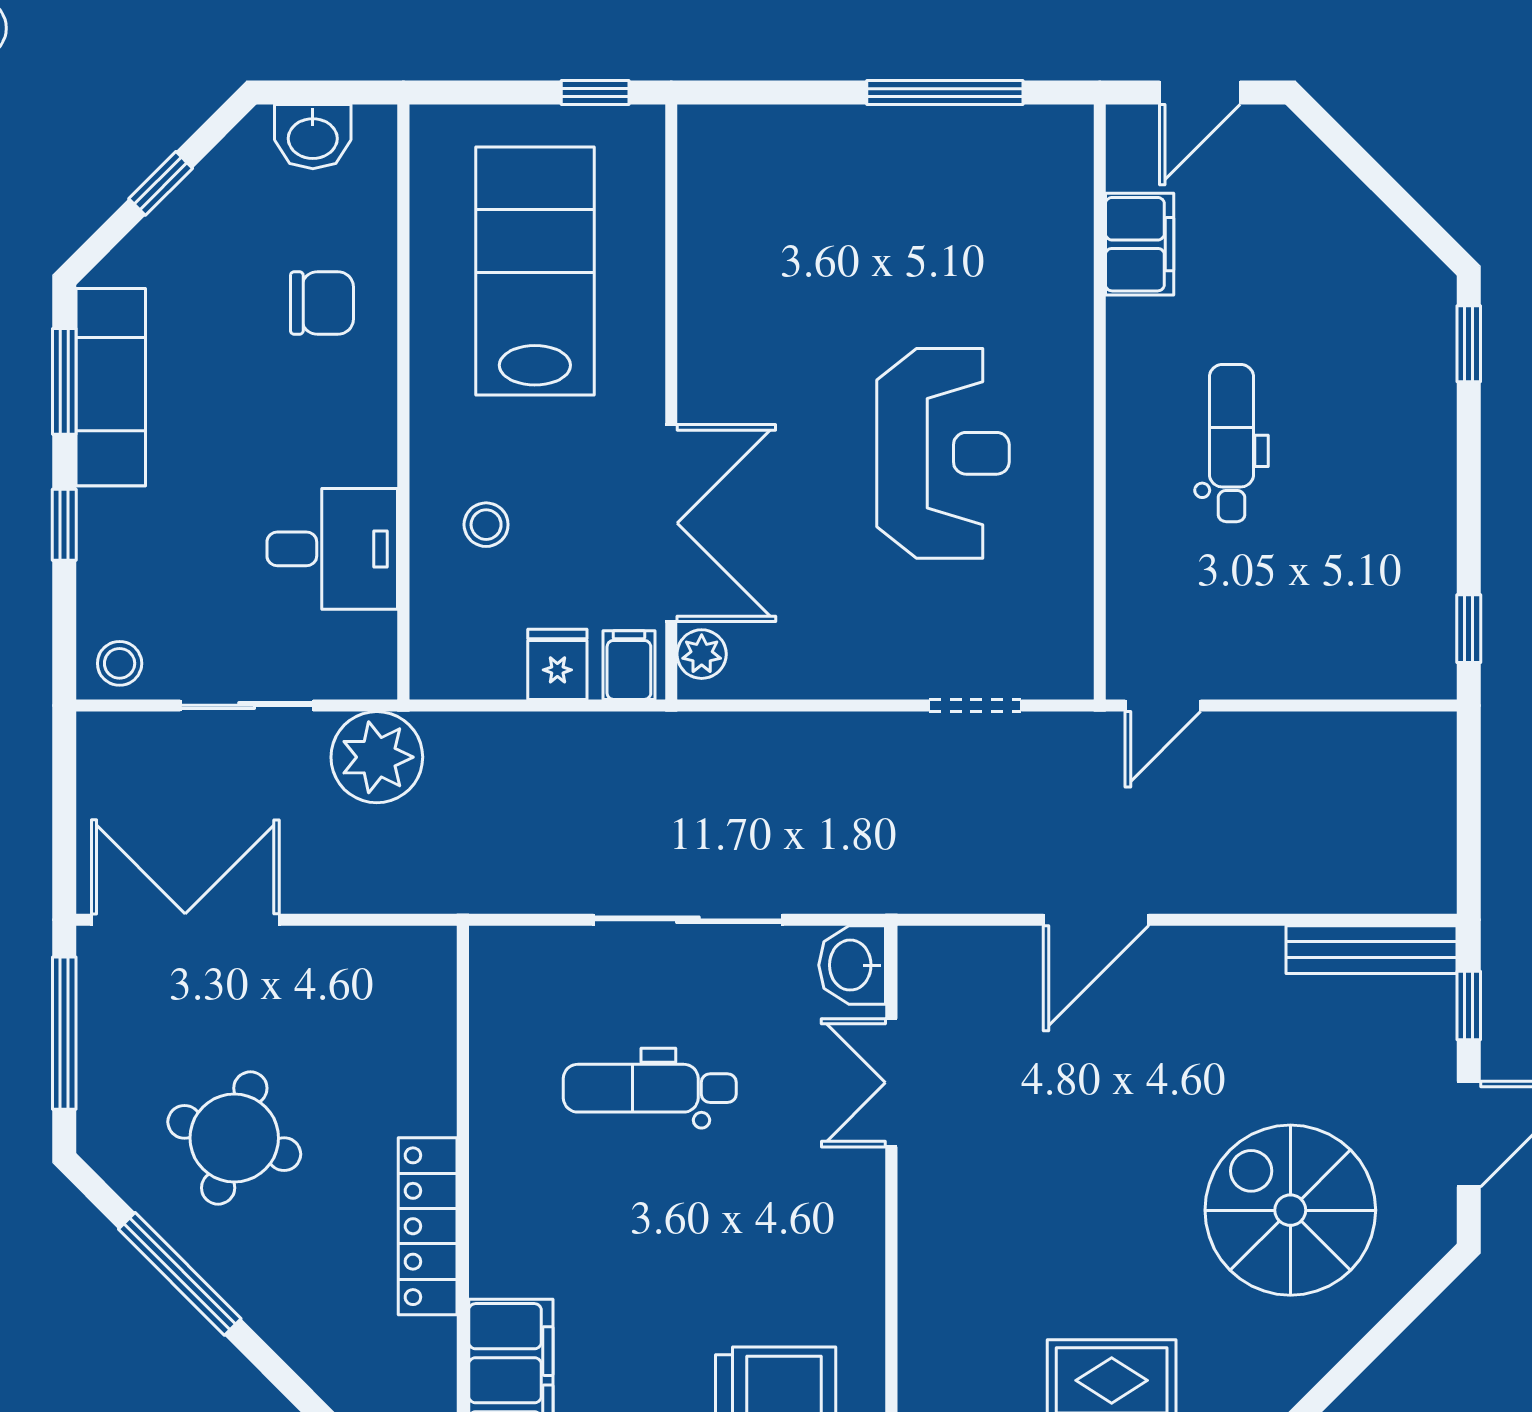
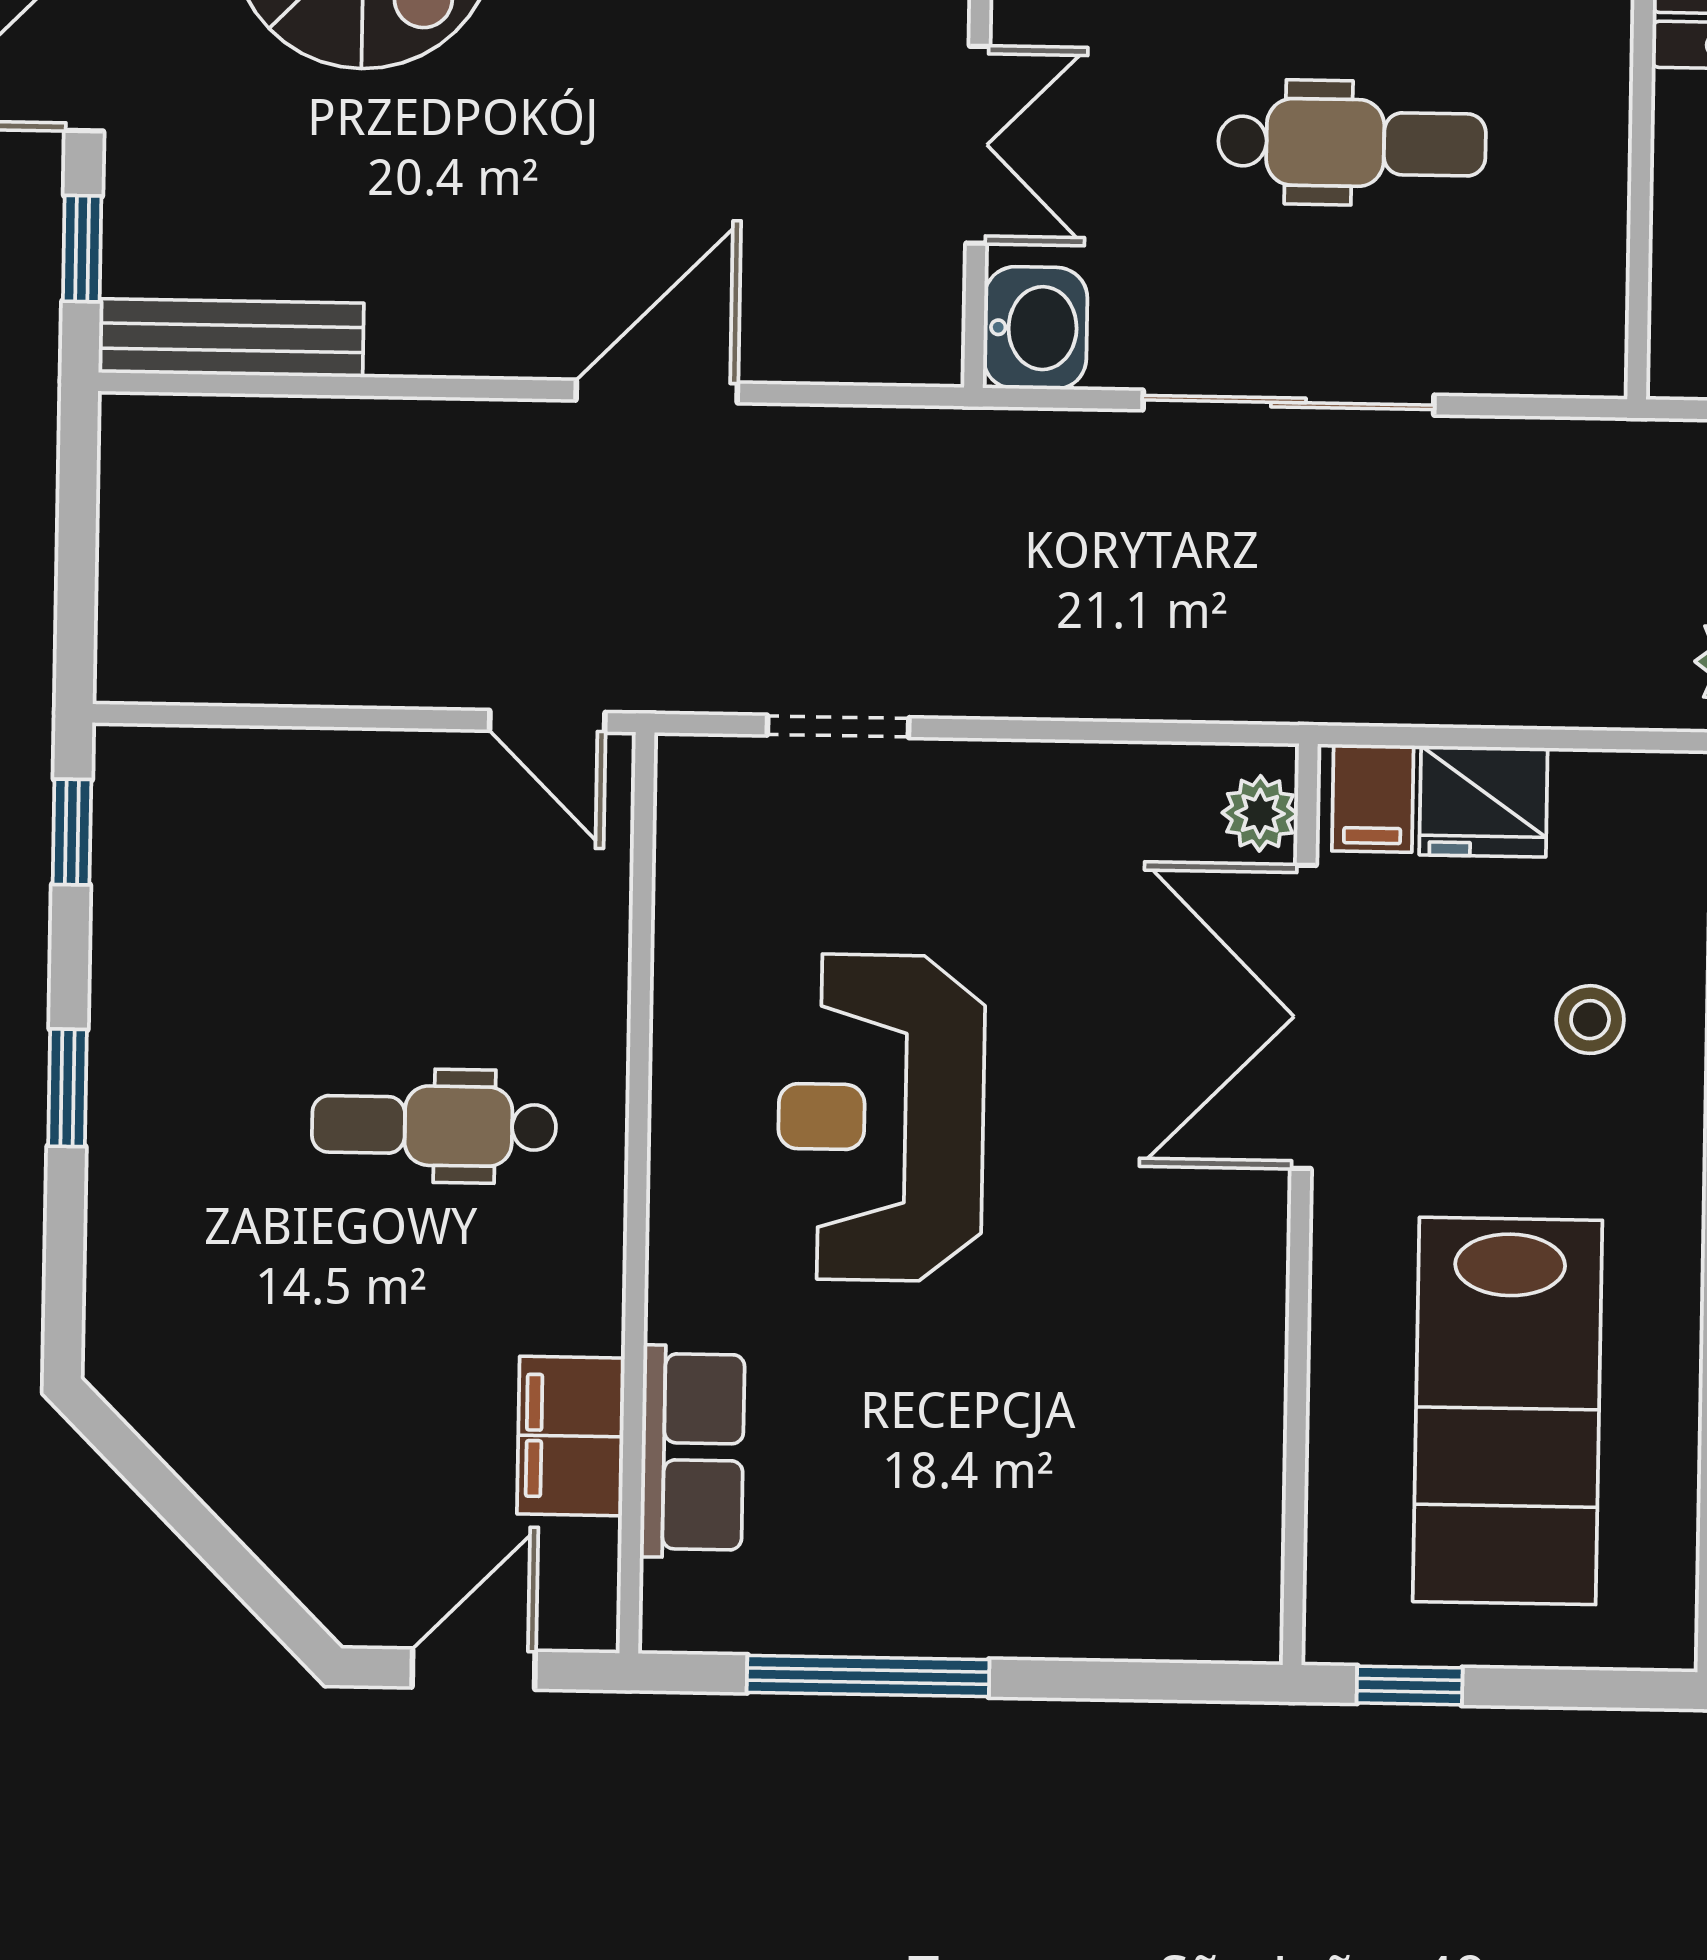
row of seats: (1061, 235) -> (692, 1452), added
window: (1469, 344) -> (67, 1088), moved
dental chair: (1232, 443) -> (434, 1126), turned 90
fridge: (557, 664) -> (1483, 801), width x1.38
door: (1163, 705) -> (547, 721), swing flipped

